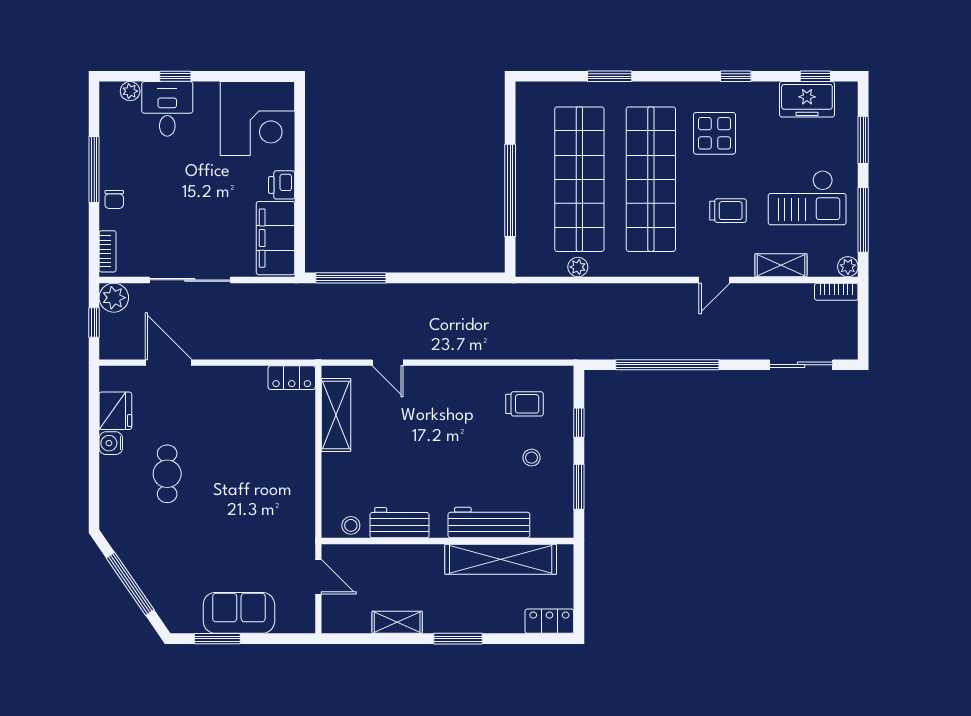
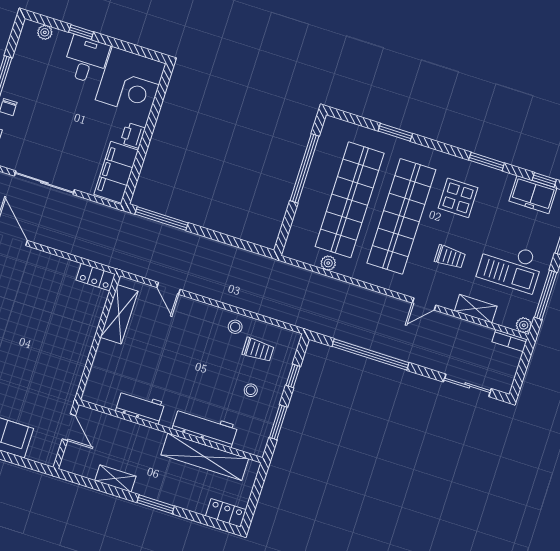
window: (736, 76) -> (487, 161), width x1.50
desk: (167, 109) -> (86, 60), moved
window: (510, 190) -> (304, 168), moved
stool: (351, 525) -> (235, 327), moved

